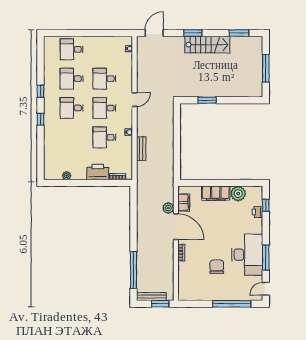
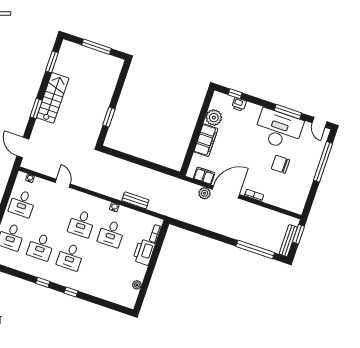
desk: (104, 79) -> (22, 203), moved
door: (135, 99) -> (63, 183), moved

